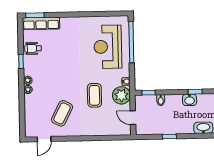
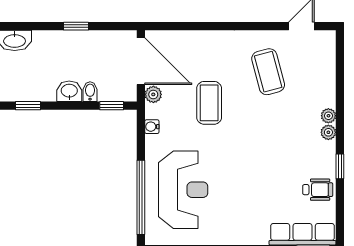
plant: (121, 95) -> (153, 94), width x0.53, depth x0.53
washbasin: (190, 100) -> (69, 91), moved
coffee table: (62, 113) -> (268, 72), turned -42
door: (133, 118) -> (141, 61), width x1.87

